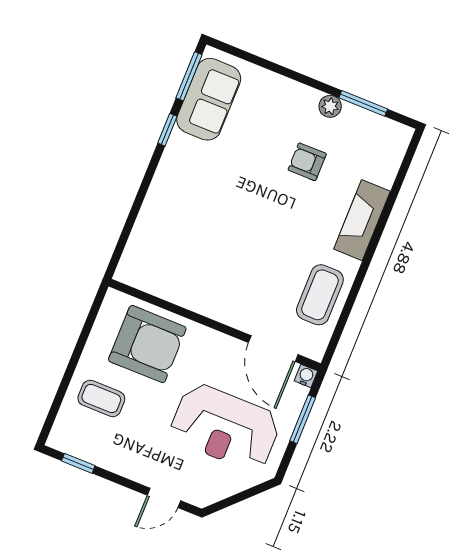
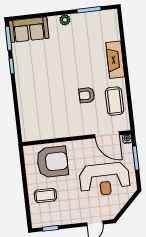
sofa: (209, 99) -> (29, 30), moved, turned 90
plant: (330, 106) -> (65, 20), moved
armchair: (307, 162) -> (87, 95), moved

